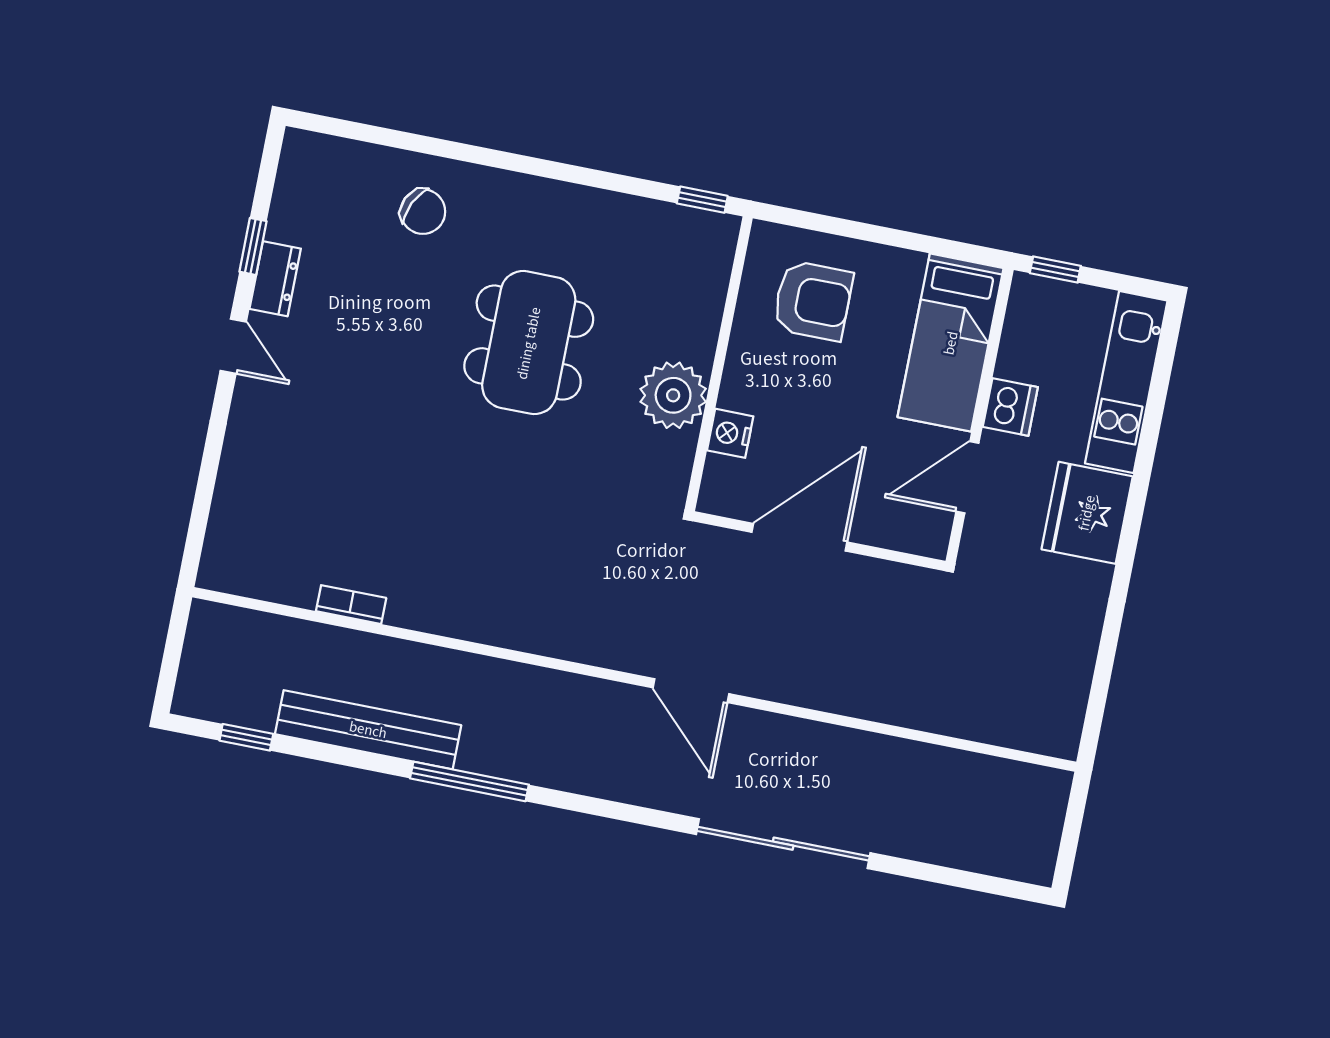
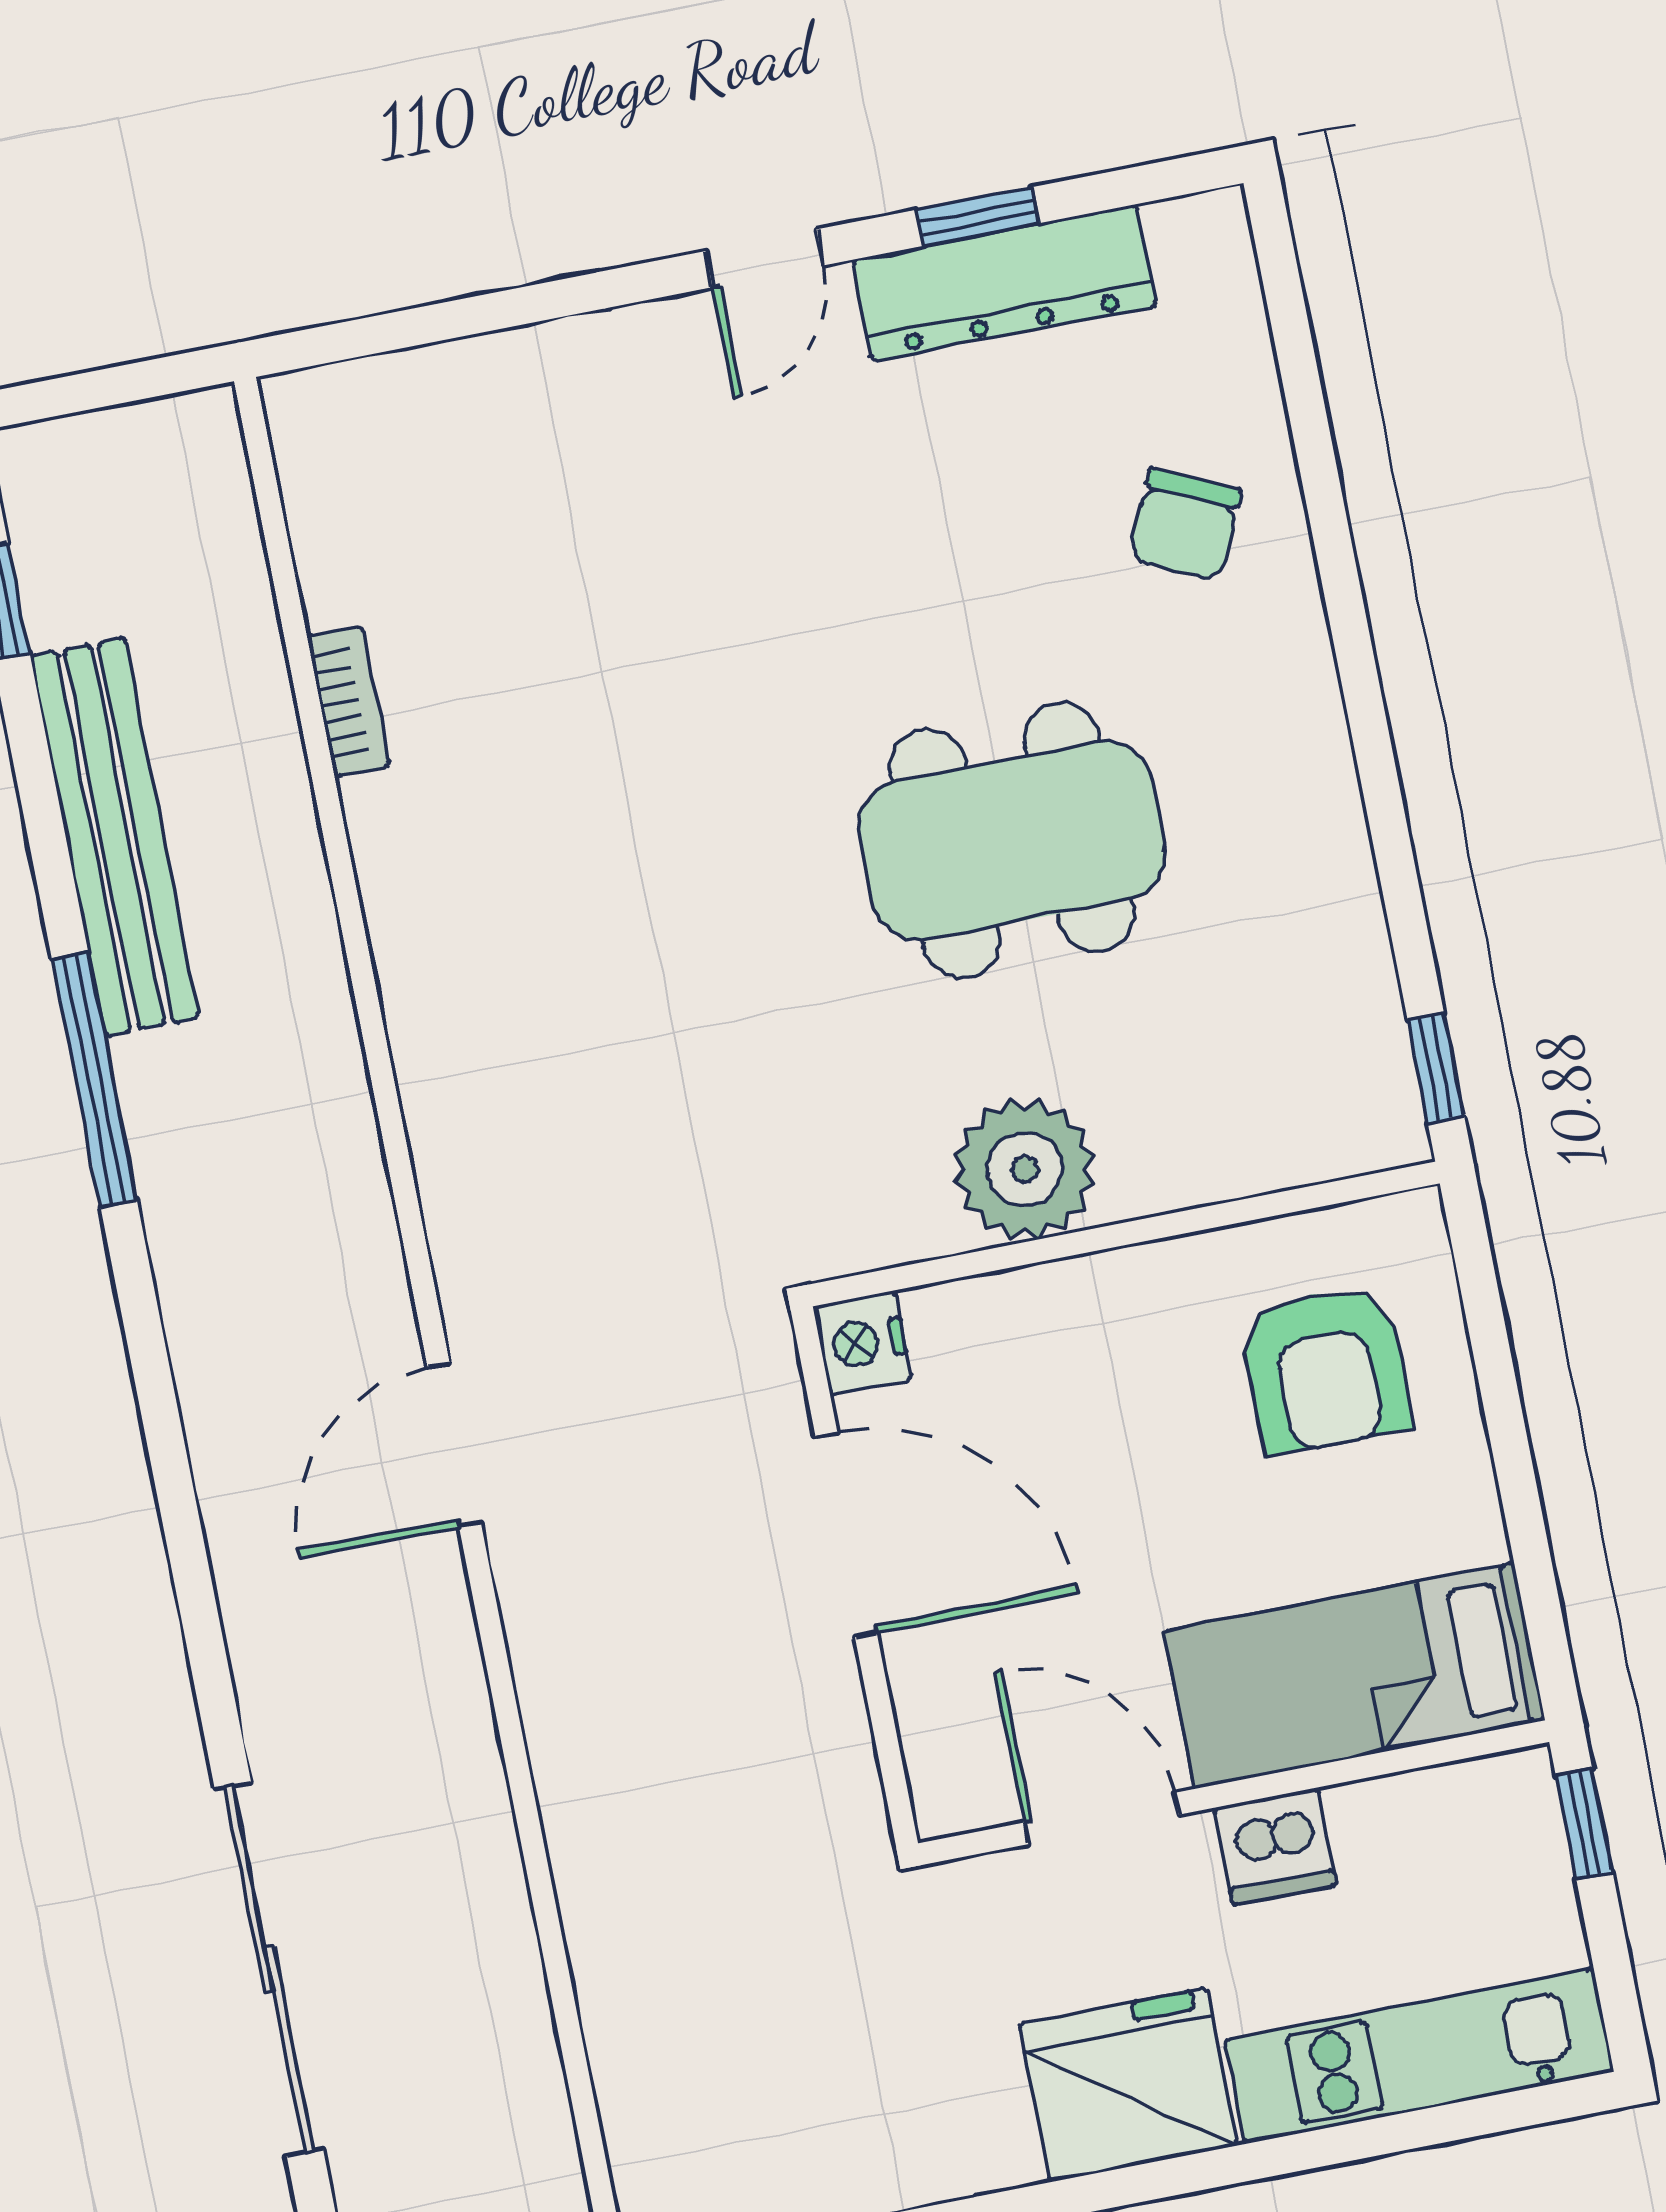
dresser: (275, 279) -> (1004, 283), width x1.96, depth x1.24
nightstand: (730, 433) -> (862, 1343), moved, turned -90
sliding door: (783, 844) -> (269, 1969), moved

